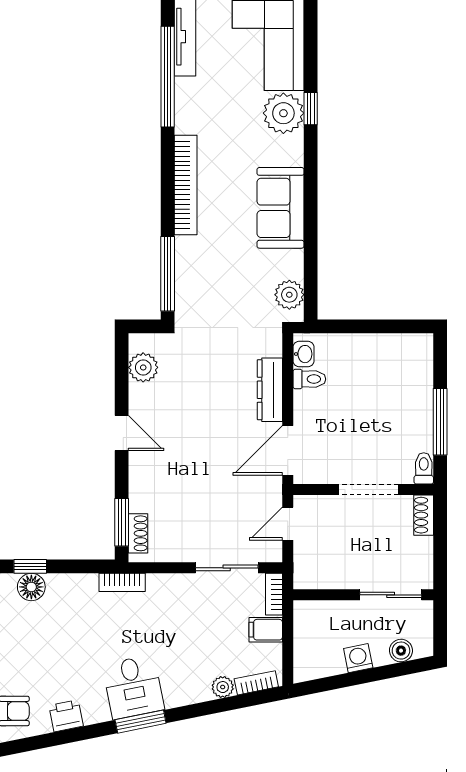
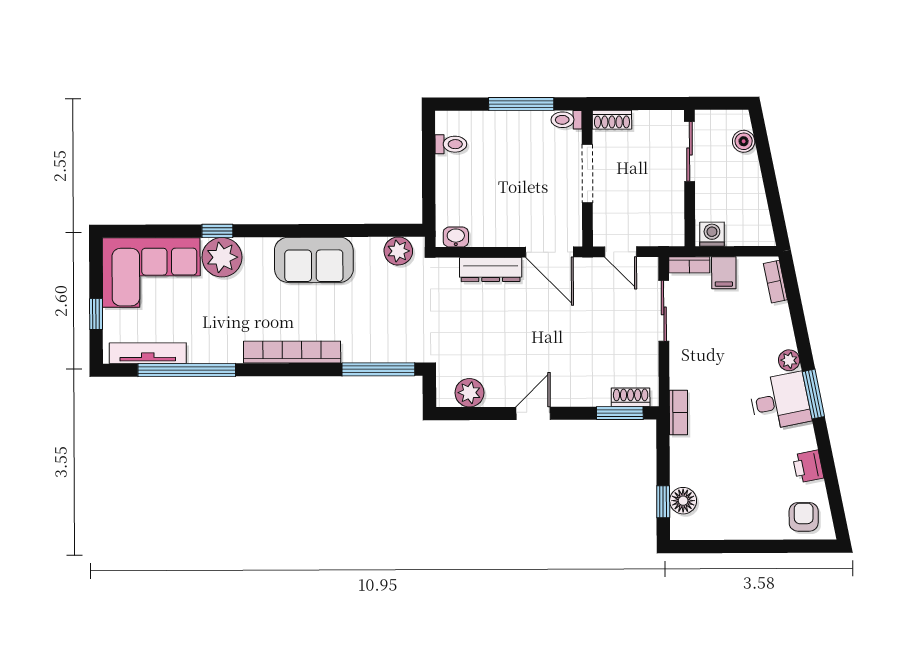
toilet: (309, 379) -> (451, 144), moved, turned 90
washing machine: (358, 658) -> (712, 234), moved, turned 101
plant: (223, 687) -> (789, 360), moved

